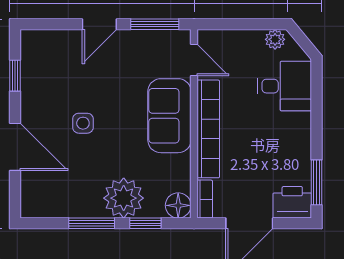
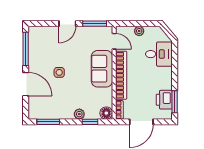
plant: (275, 39) -> (139, 31), moved
window: (15, 76) -> (26, 49), width x2.17
plant: (124, 198) -> (79, 114), width x0.53, depth x0.53
printer: (292, 202) -> (164, 100), moved, turned -90
window: (92, 223) -> (48, 122), moved

